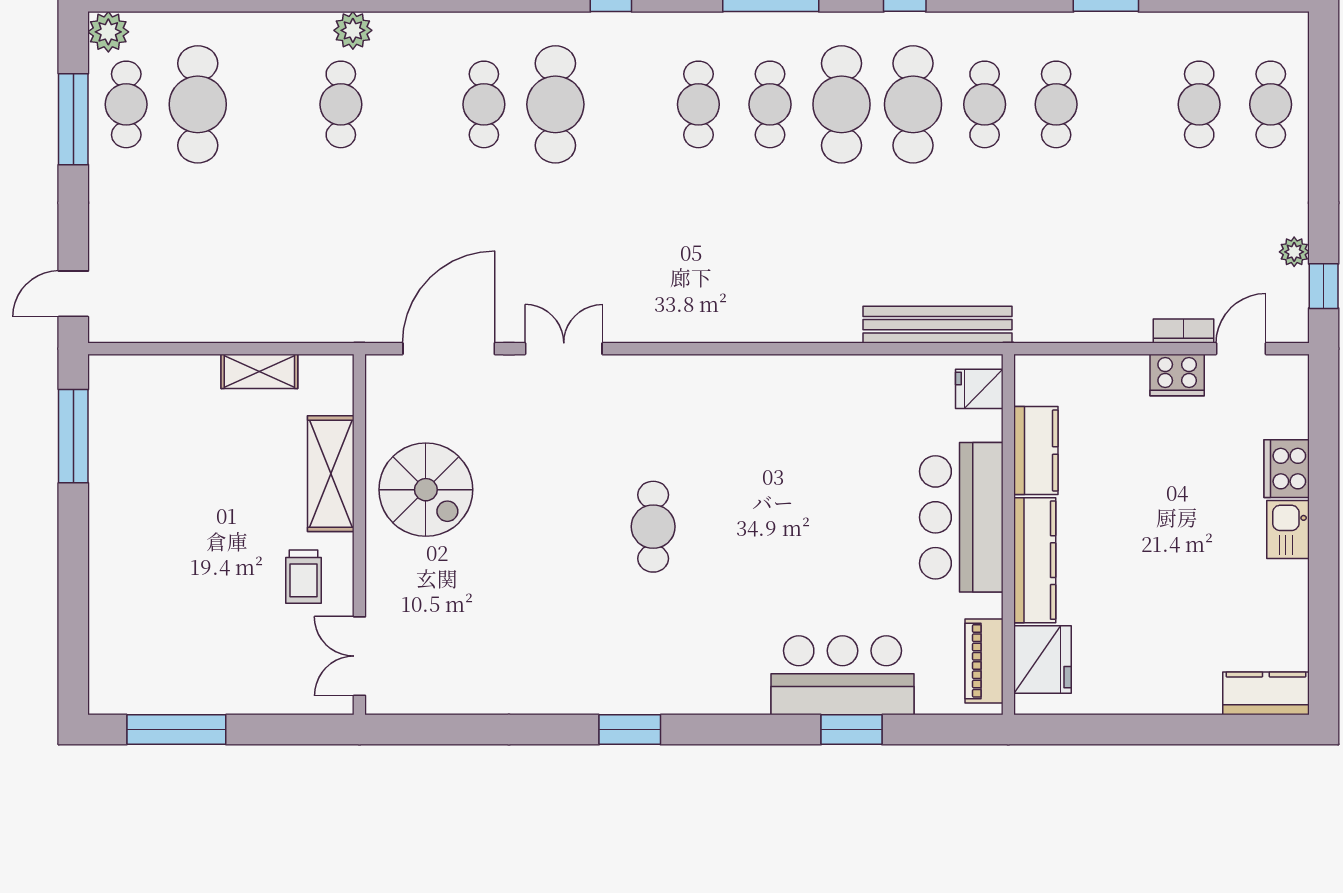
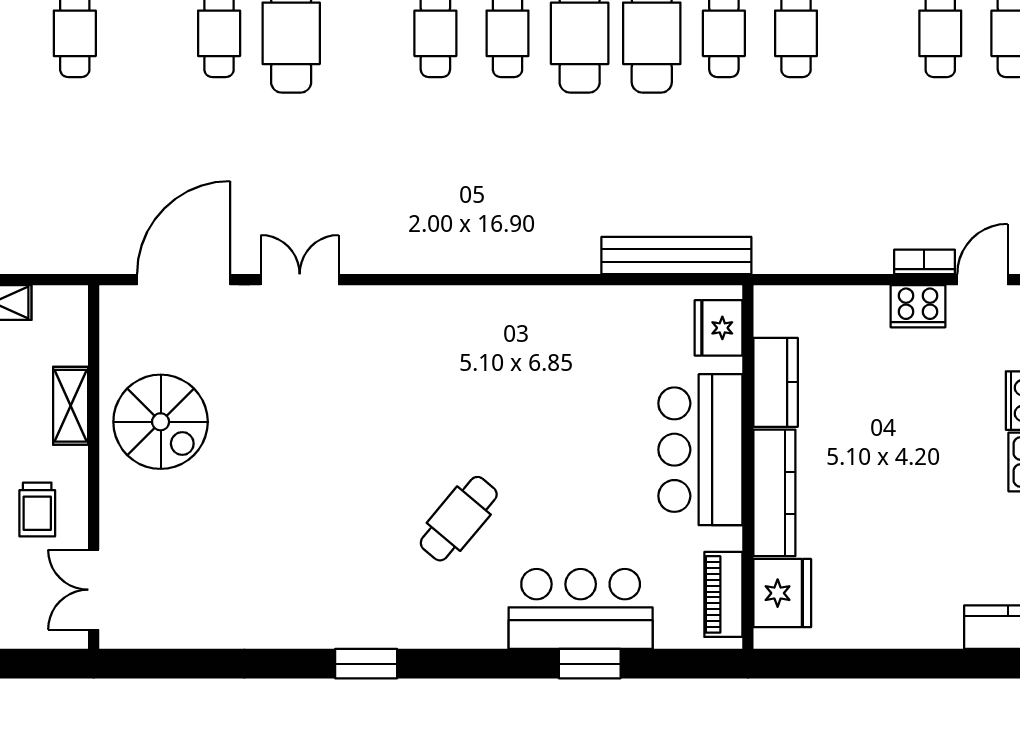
fridge: (979, 389) -> (718, 328), width x1.38
shelving: (331, 474) -> (71, 406), width x0.67, depth x0.75
cafe table: (653, 527) -> (459, 519), moved, turned 40

